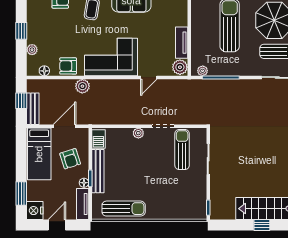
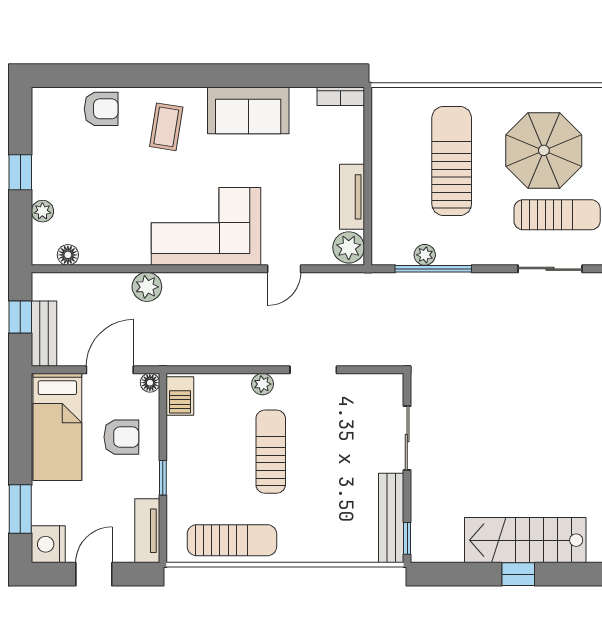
armchair: (68, 66) -> (117, 245), removed
plant: (203, 71) -> (425, 255), moved
sun lounger: (182, 149) -> (271, 452), moved
armchair: (70, 159) -> (121, 437), turned -72
bench: (98, 171) -> (391, 518), moved
floor lamp: (84, 183) -> (150, 383), moved

